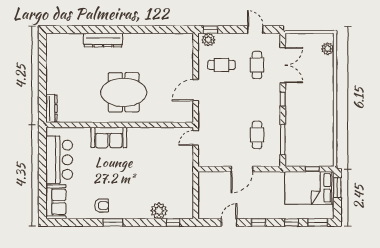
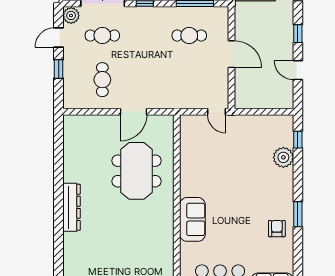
window: (210, 30) -> (59, 69), moved
dresser: (103, 40) -> (71, 207), moved
plant: (208, 40) -> (71, 15), moved
door: (196, 90) -> (134, 112), hinge flipped
meeting table: (124, 92) -> (136, 171), moved
door: (196, 138) -> (216, 112), moved

